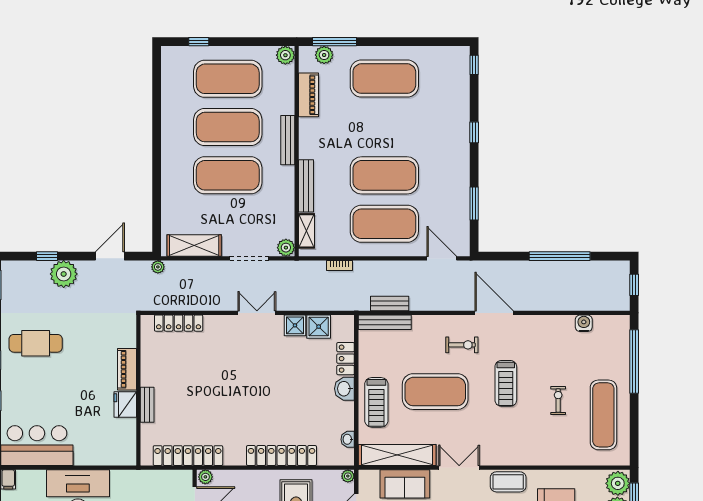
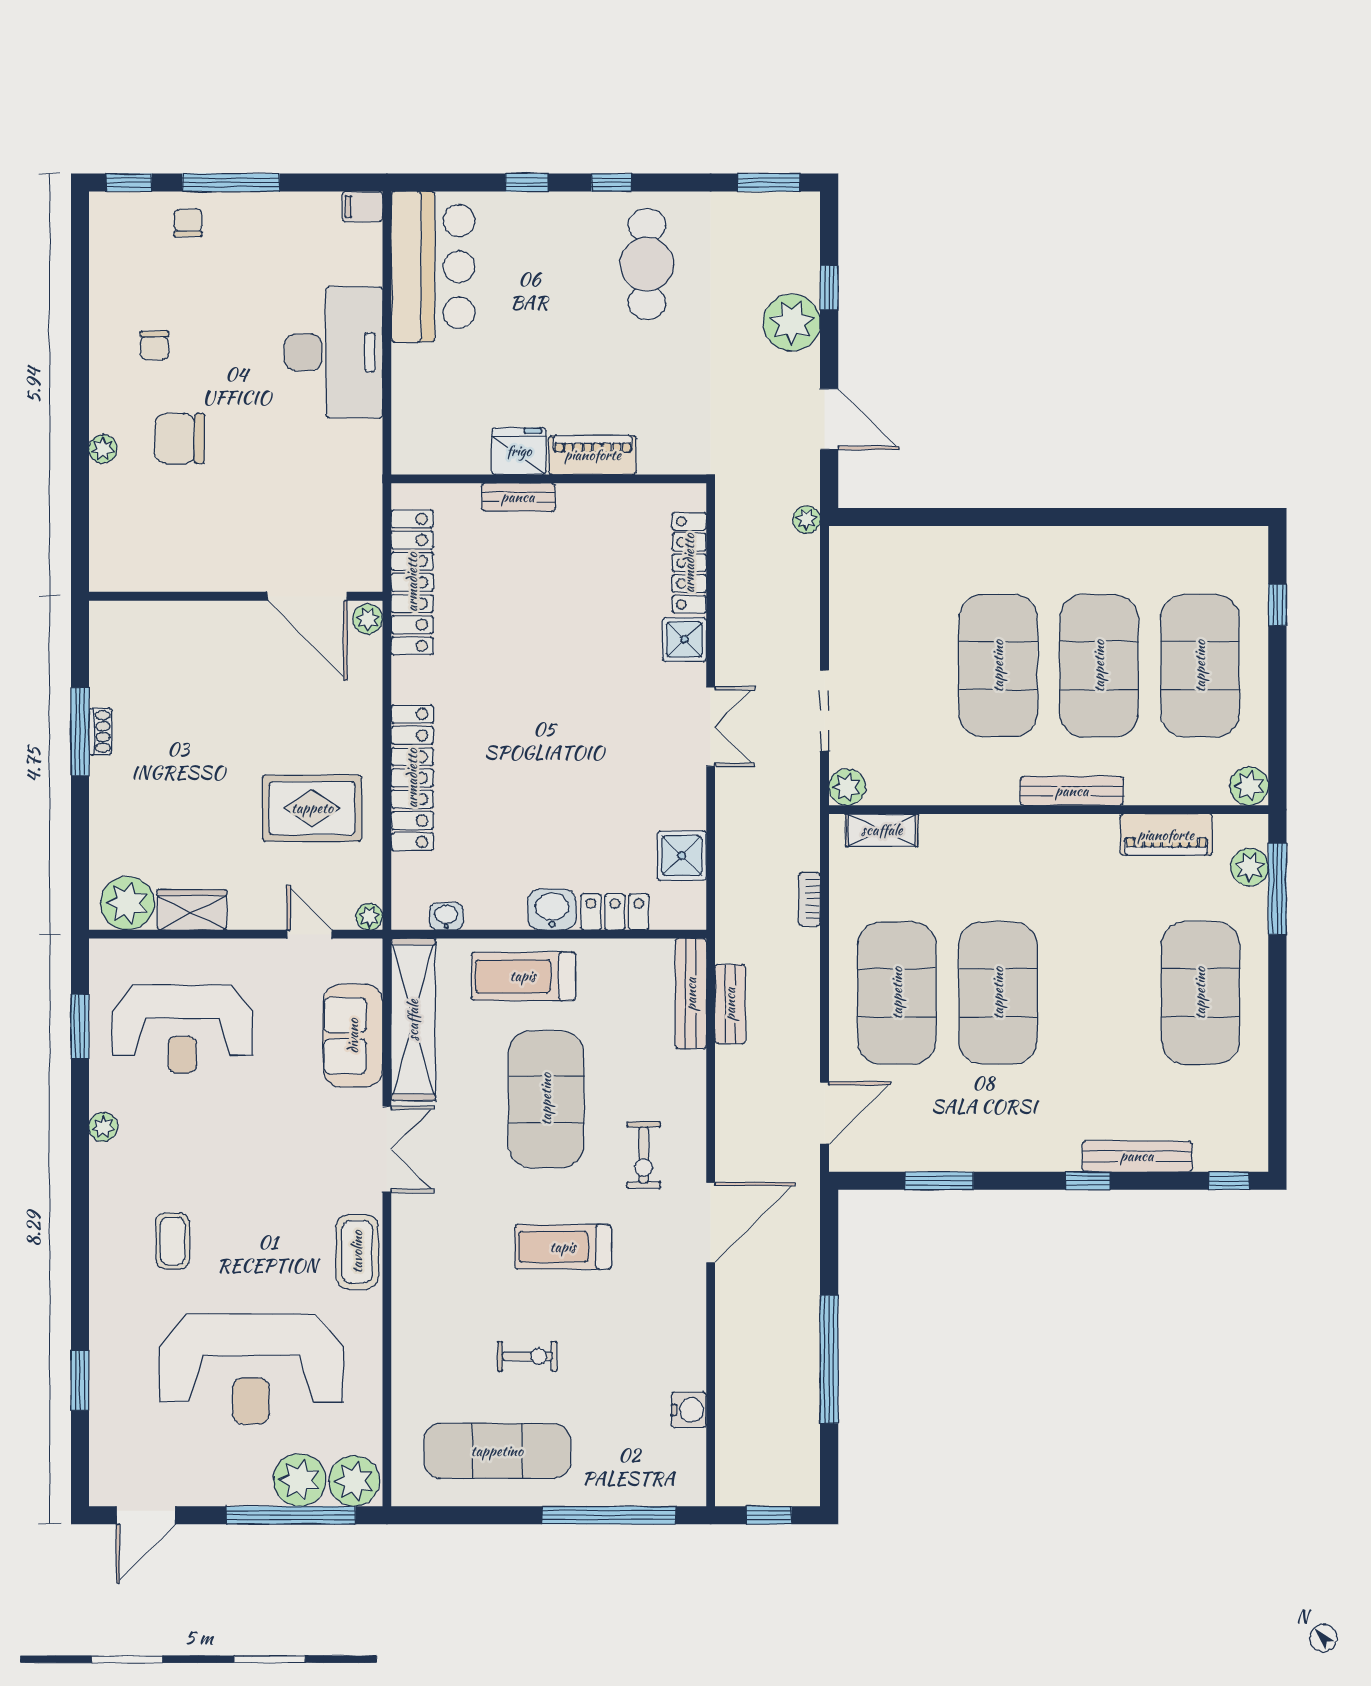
bench: (306, 186) -> (1137, 1156), moved
shelving: (194, 246) -> (851, 595), removed
shower: (295, 325) -> (684, 639), moved

